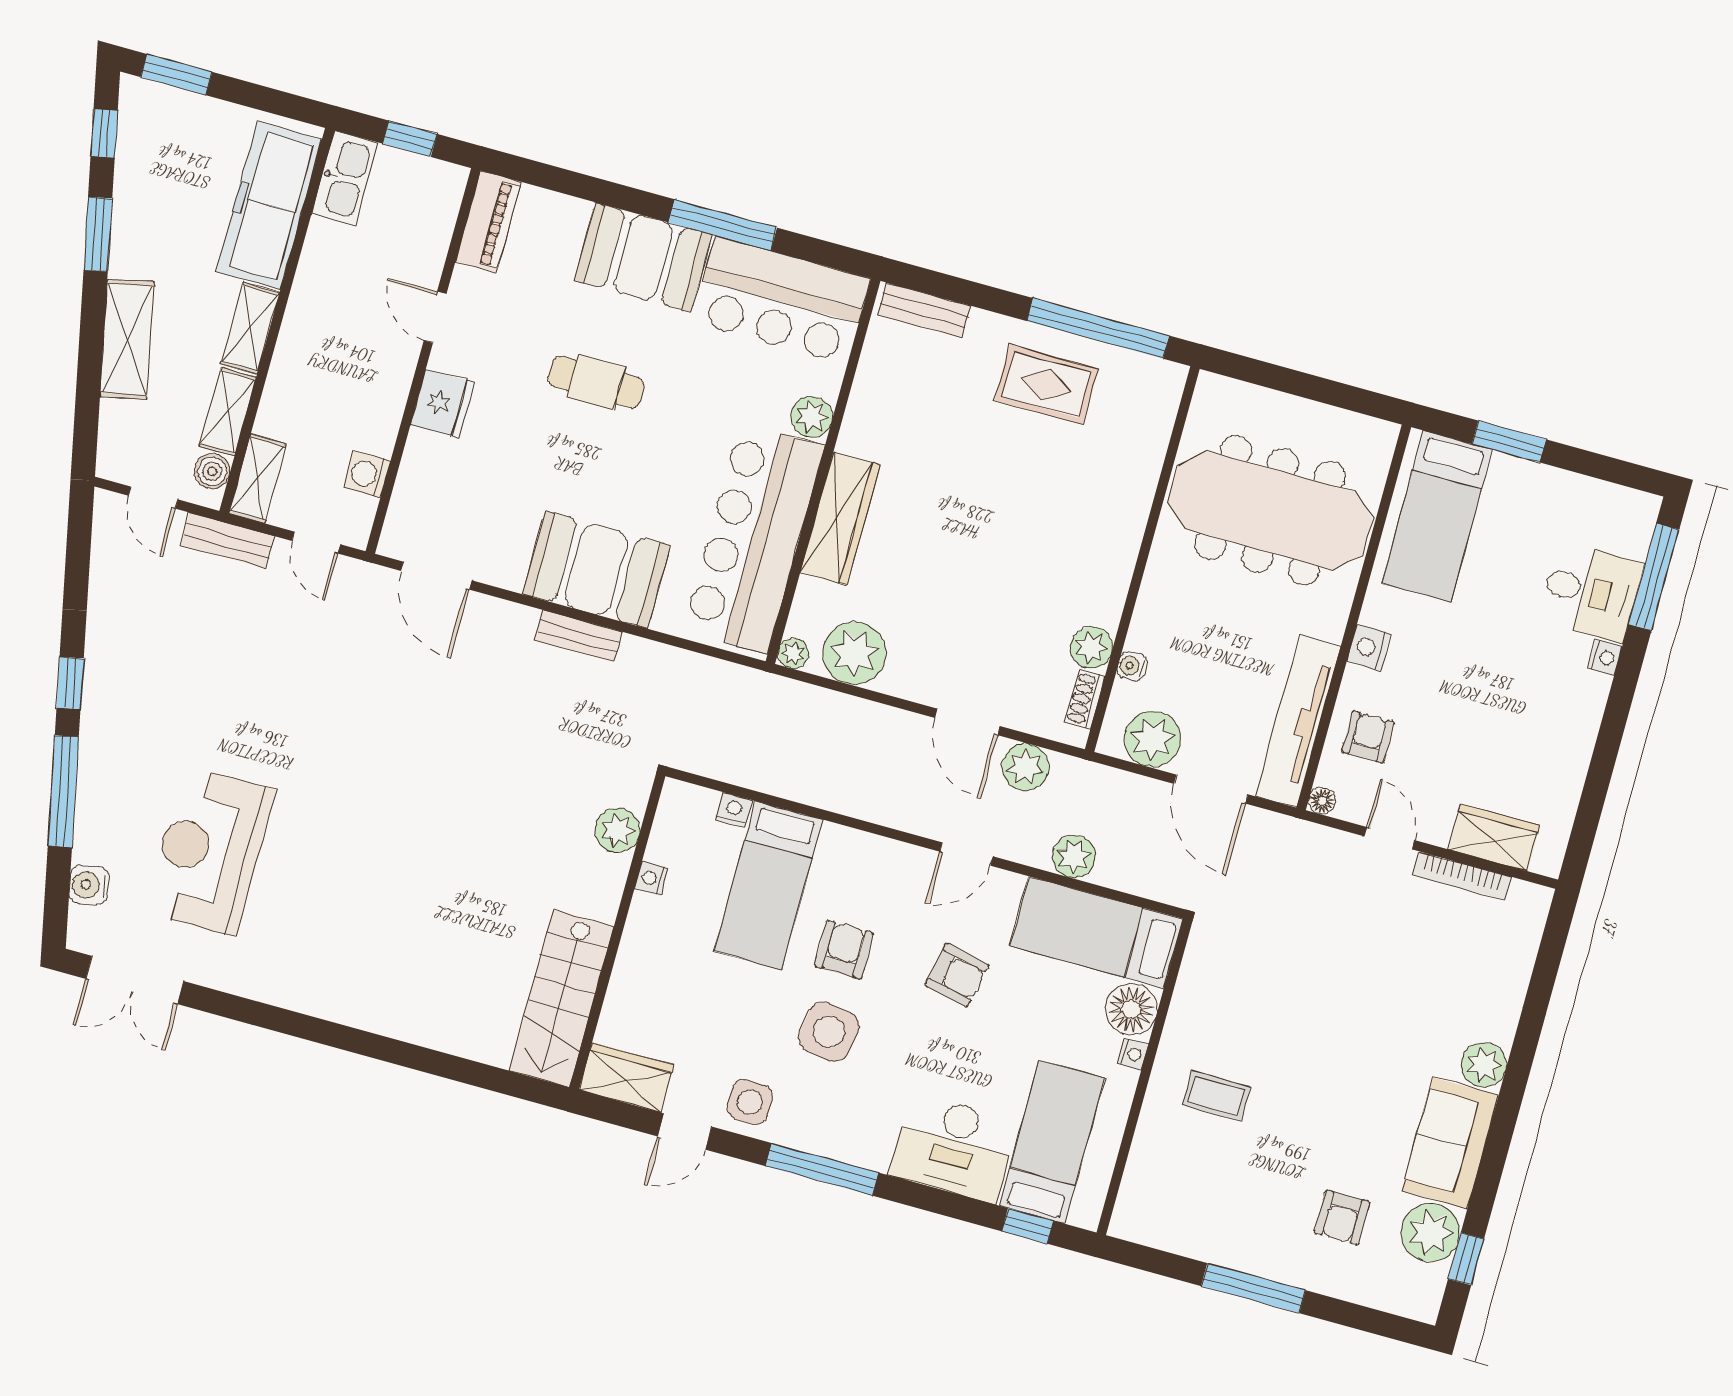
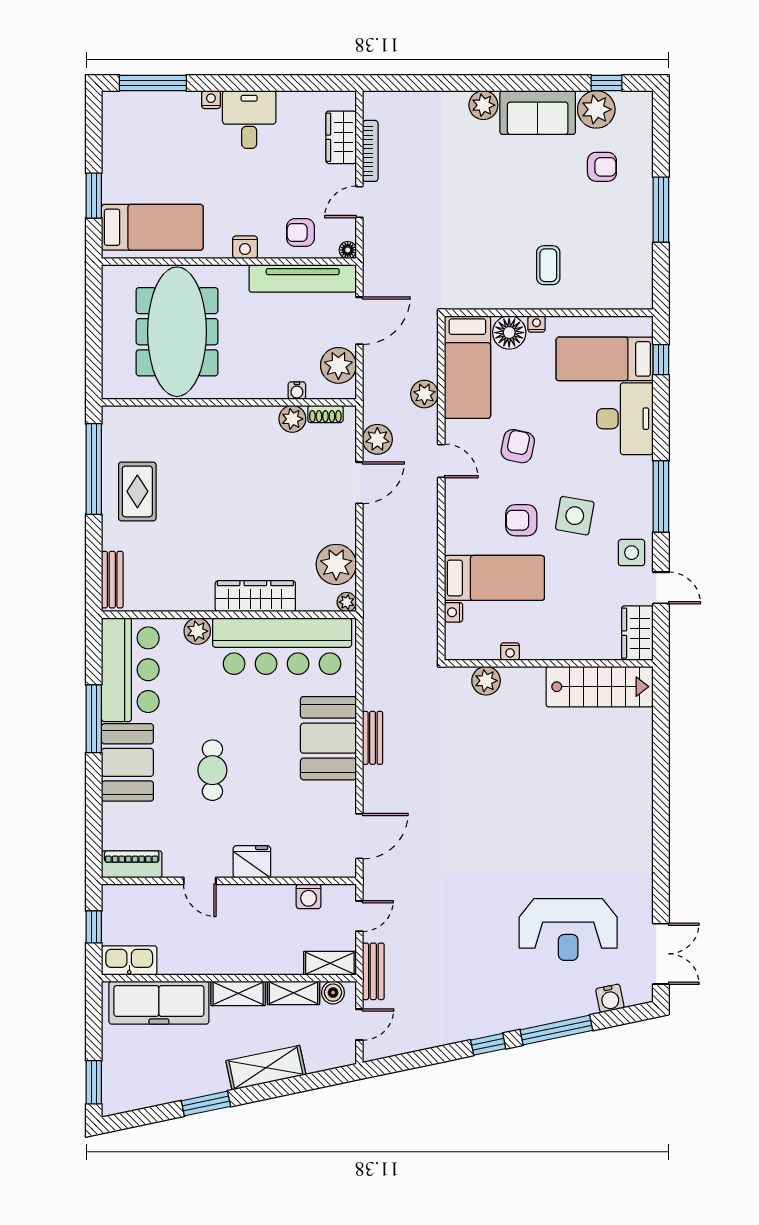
window: (104, 133) -> (142, 1117), removed
door: (435, 317) -> (200, 881), hinge flipped
desk: (1591, 592) -> (249, 119), moved

